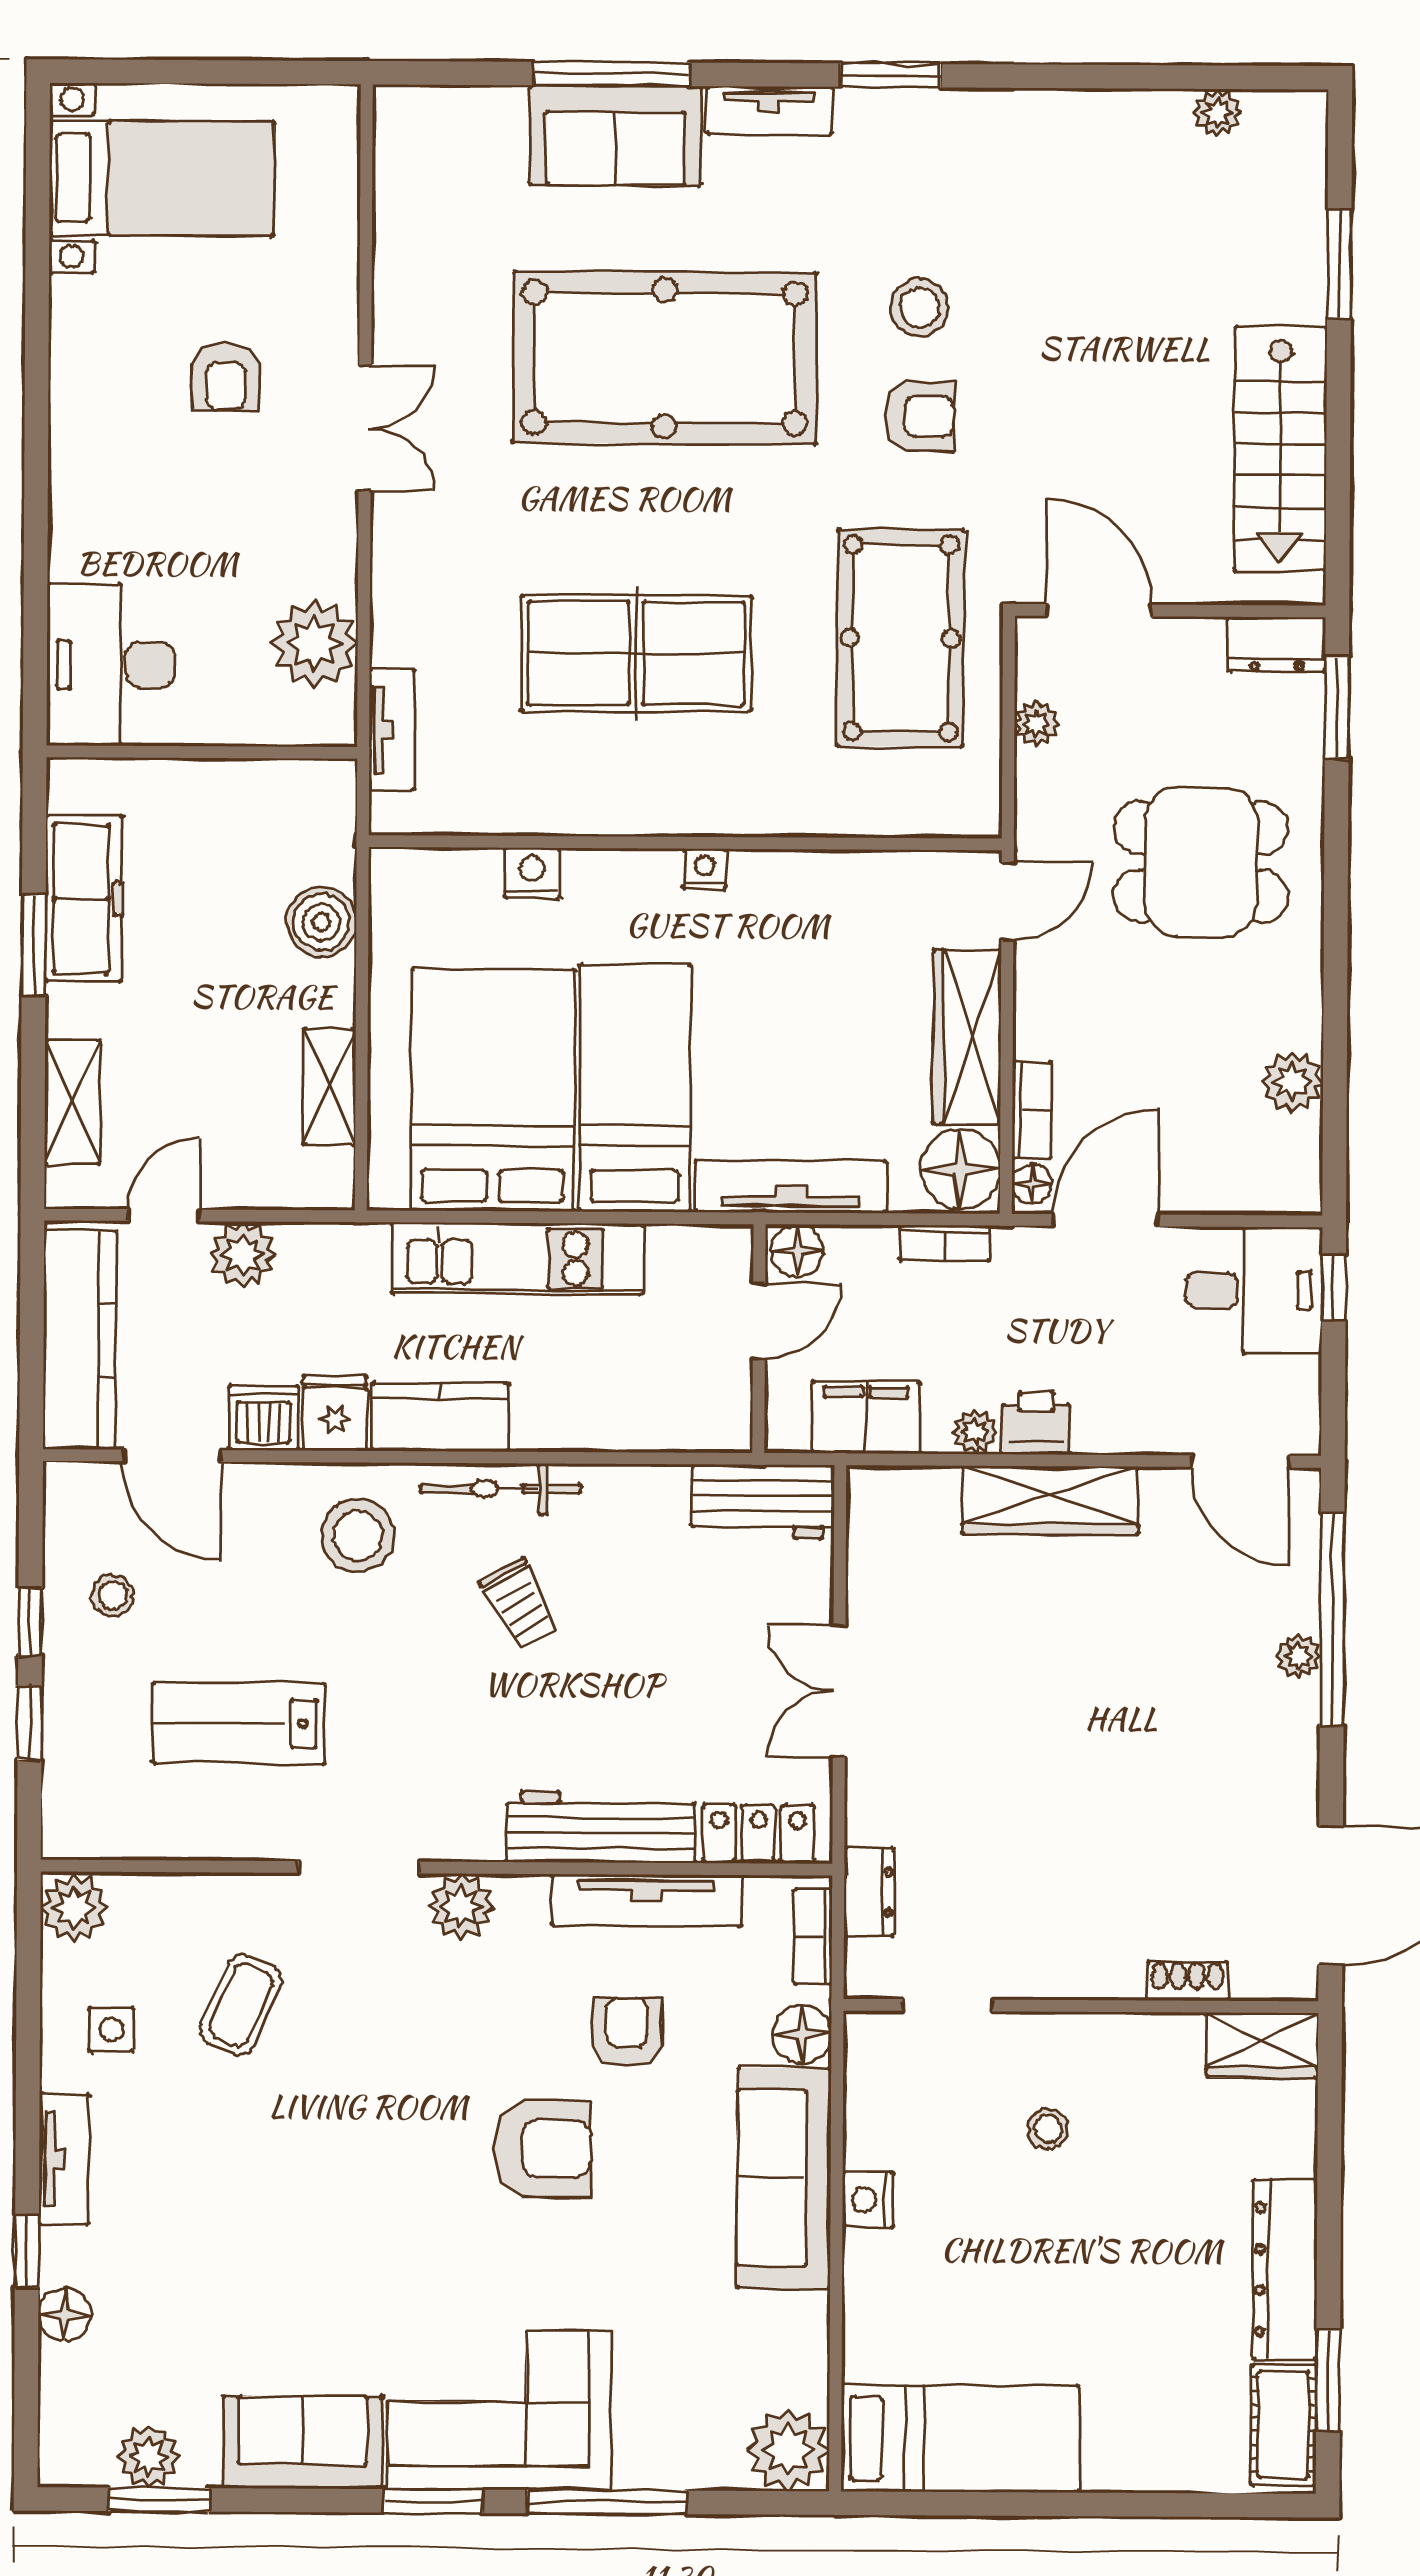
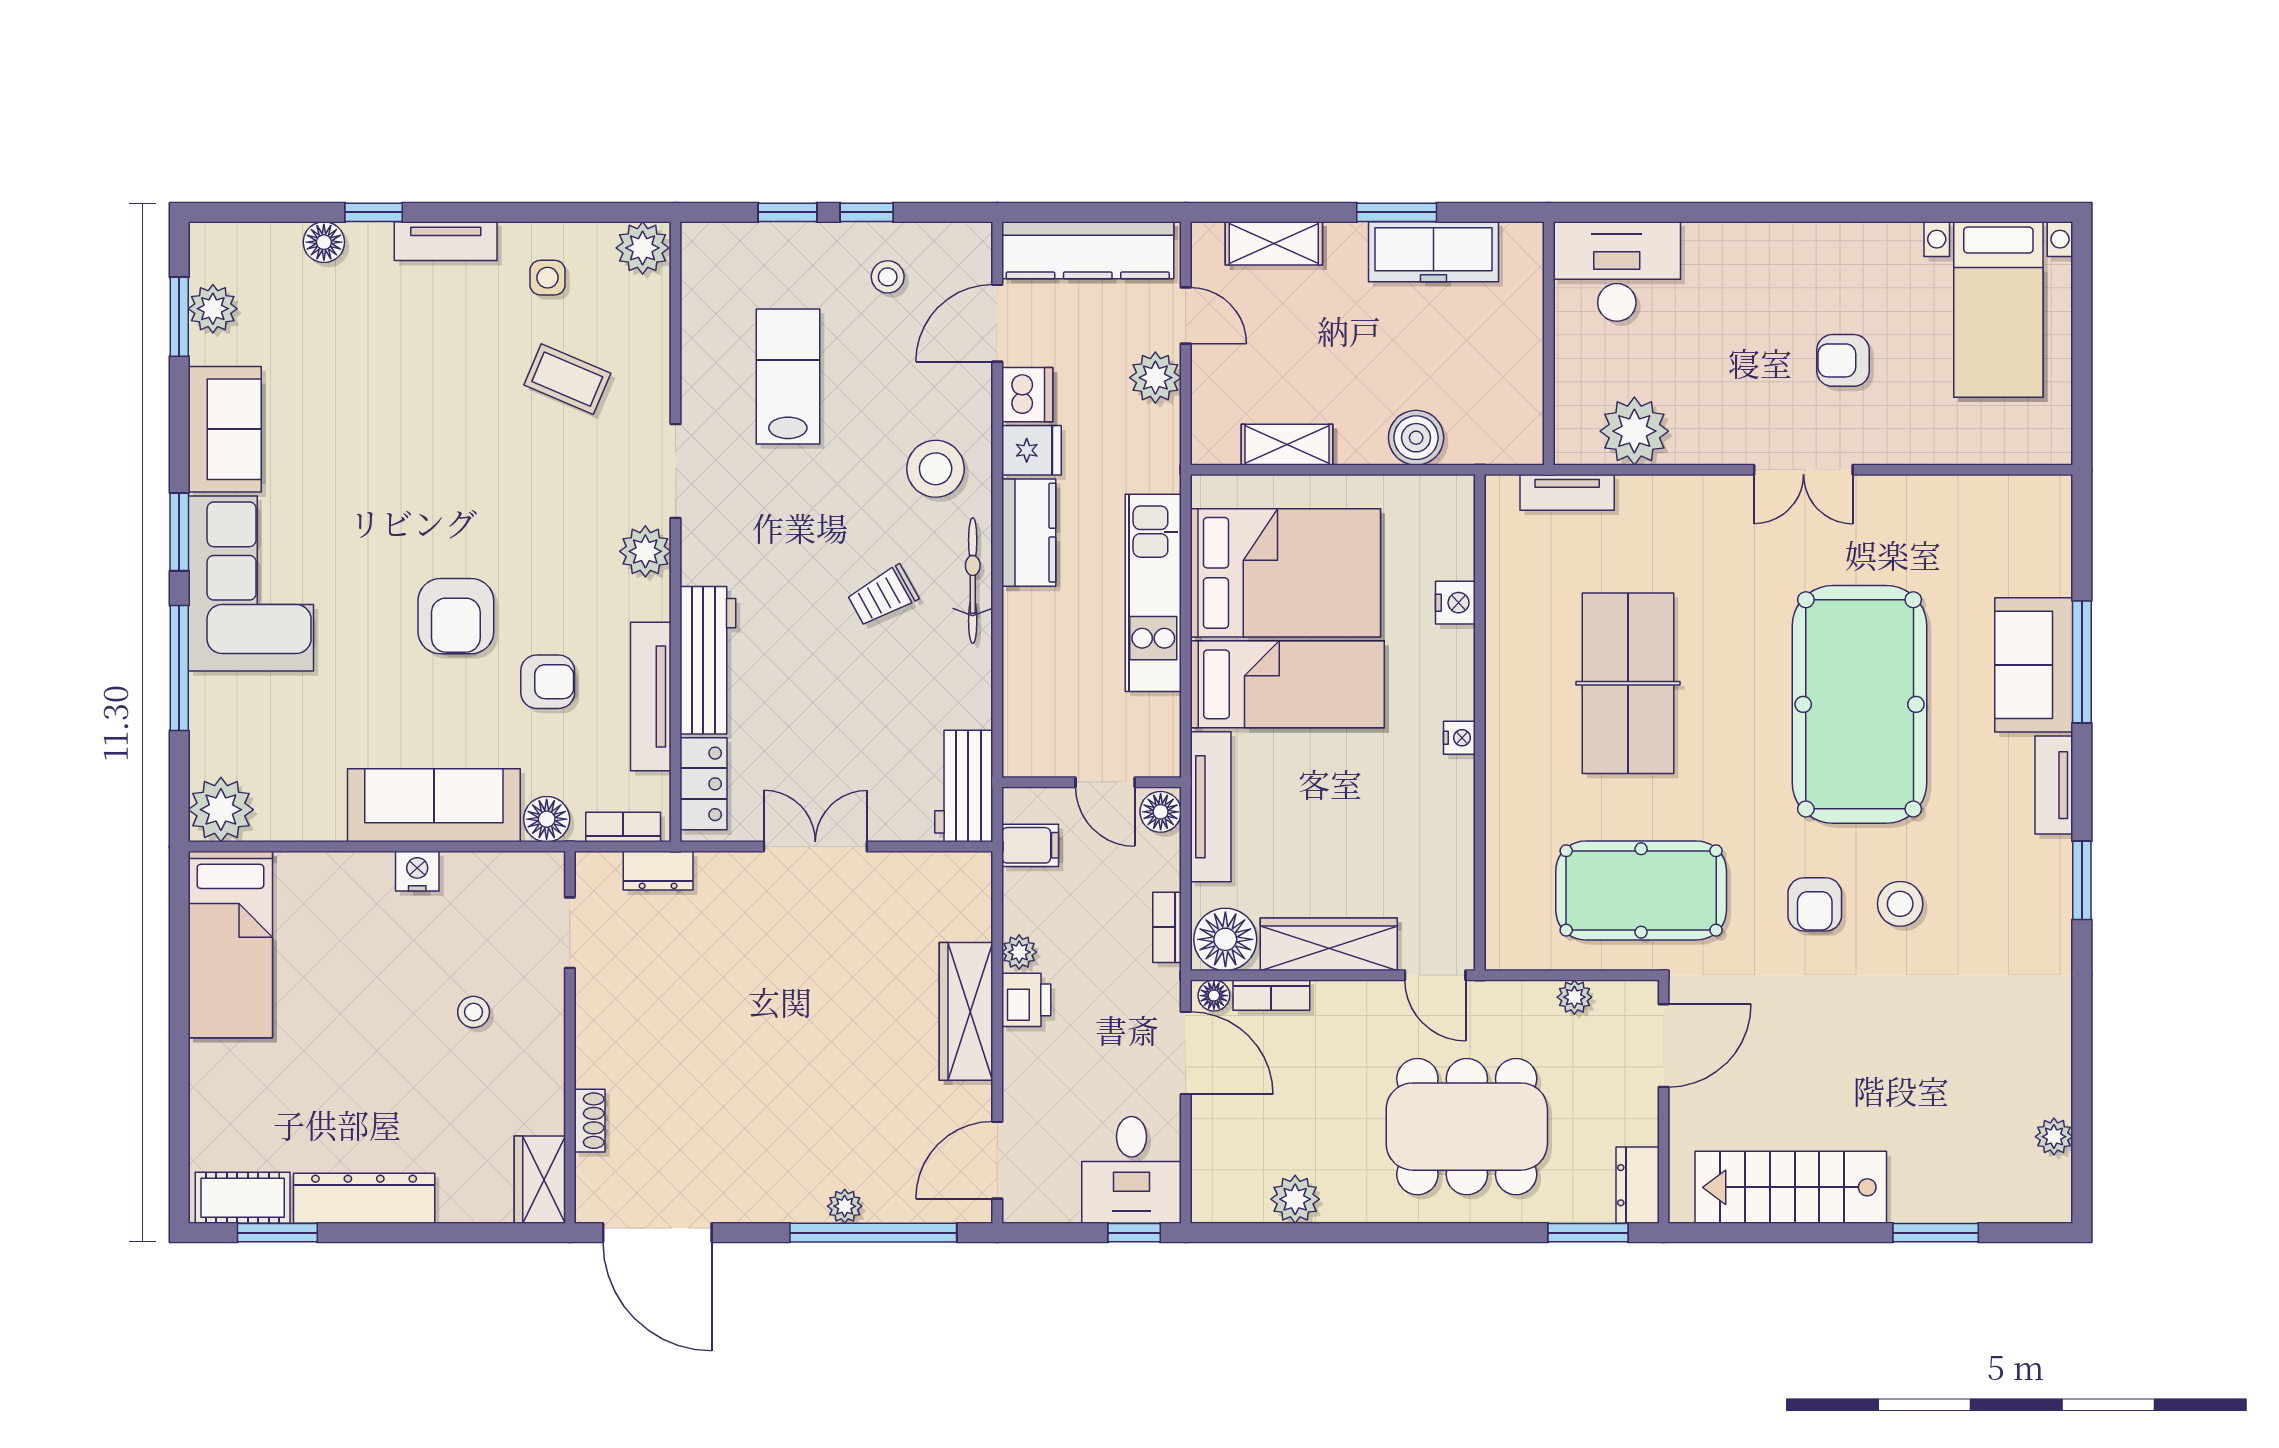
dining table: (1201, 862) -> (1467, 1127), width x1.37
filing cabinet: (866, 1417) -> (1030, 845), width x0.50

